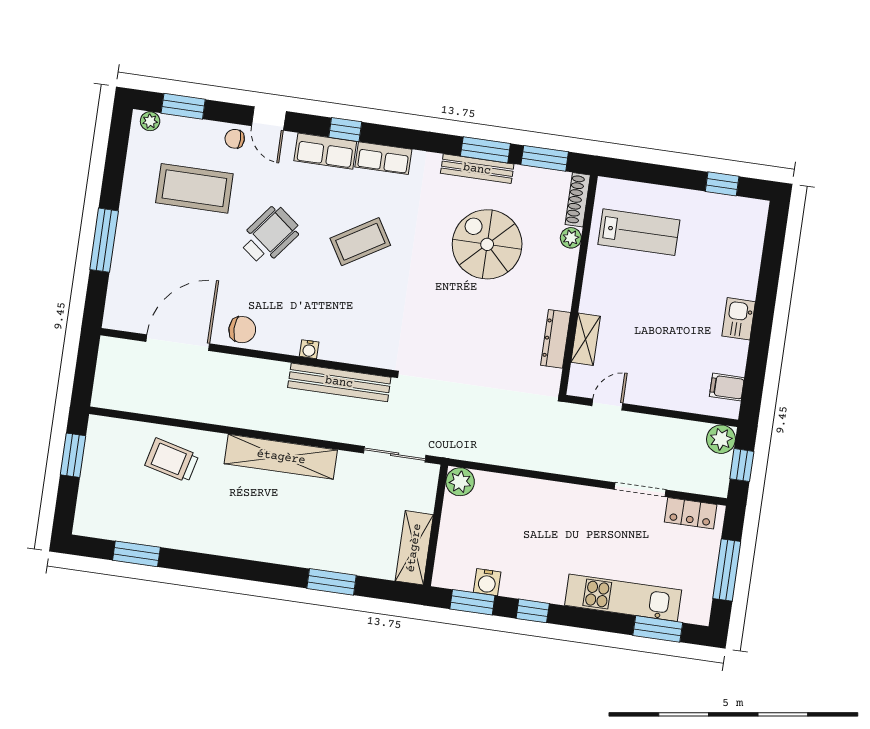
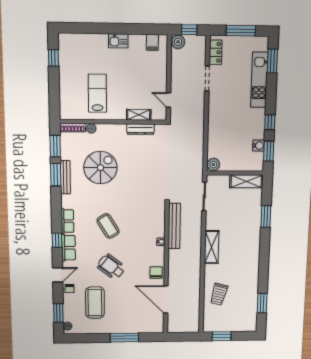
lab bench: (639, 232) -> (97, 93), moved
spiral stairs: (487, 244) -> (100, 168), turned 180
shelving: (281, 457) -> (212, 247), width x0.68

